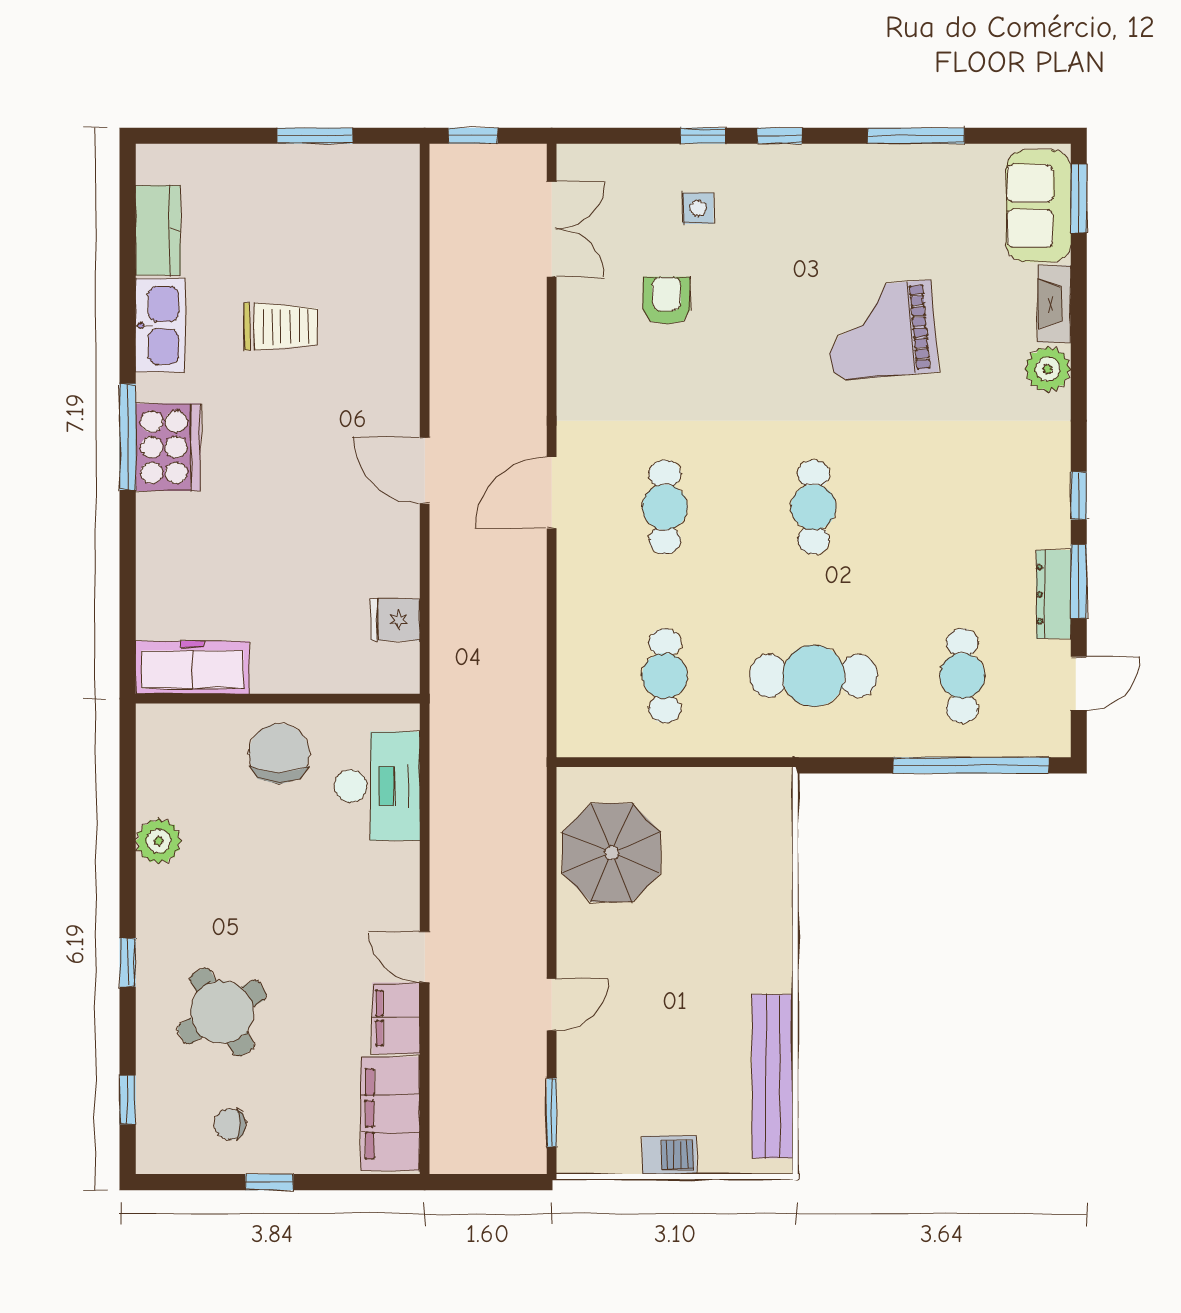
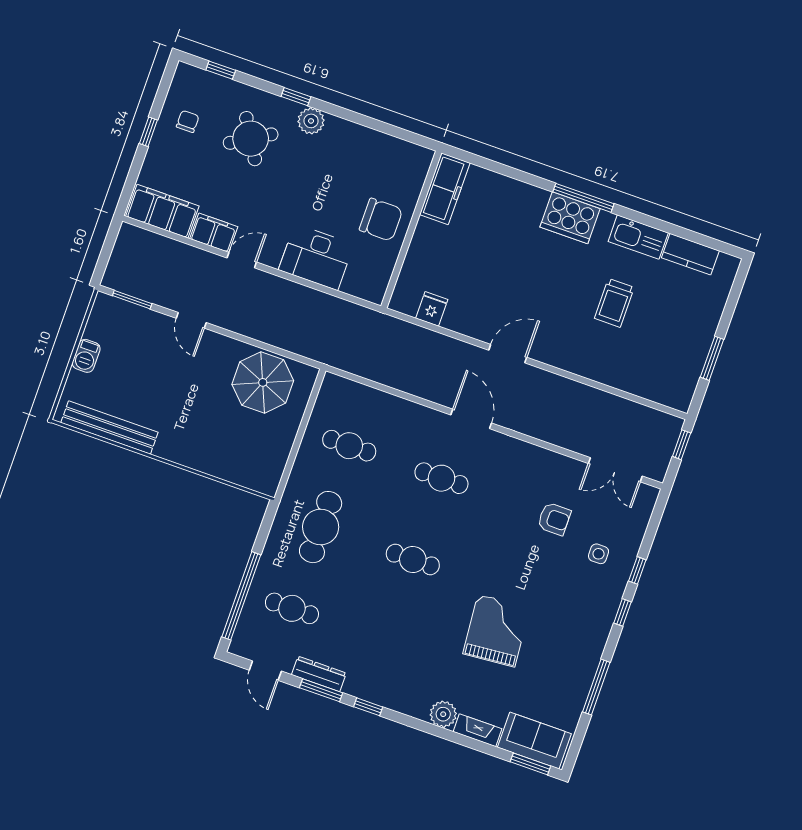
desk: (377, 786) -> (316, 257), moved
plant: (159, 841) -> (311, 121), moved

